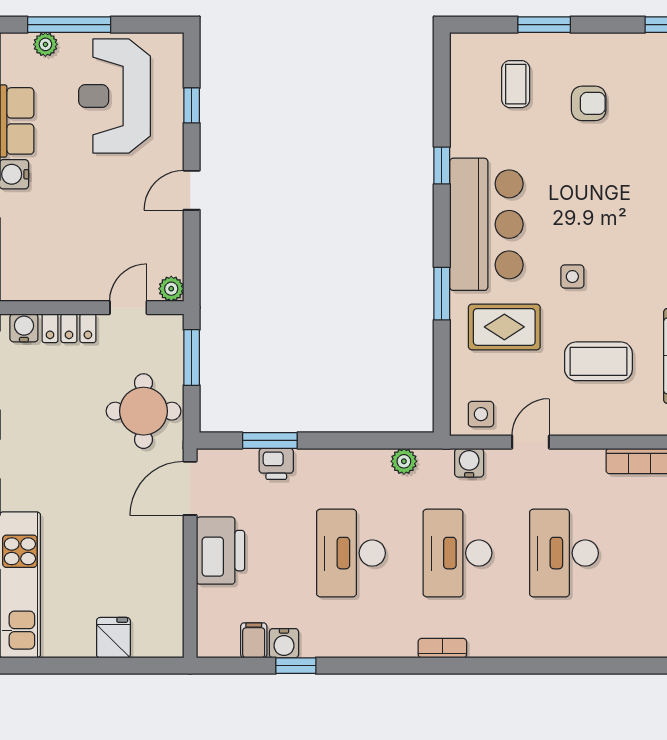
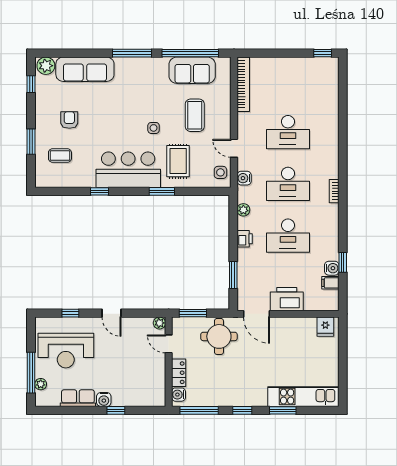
printer: (276, 464) -> (245, 239), moved
fridge: (113, 638) -> (325, 327), moved, turned -90

